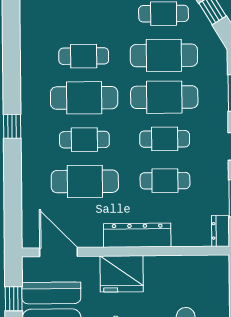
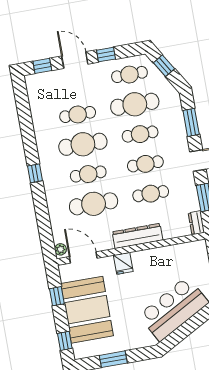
cafe table: (164, 97) -> (140, 134), width x0.73, depth x0.74
plant: (29, 236) -> (60, 249), added
fridge: (122, 274) -> (123, 263), width x0.53, depth x0.75

